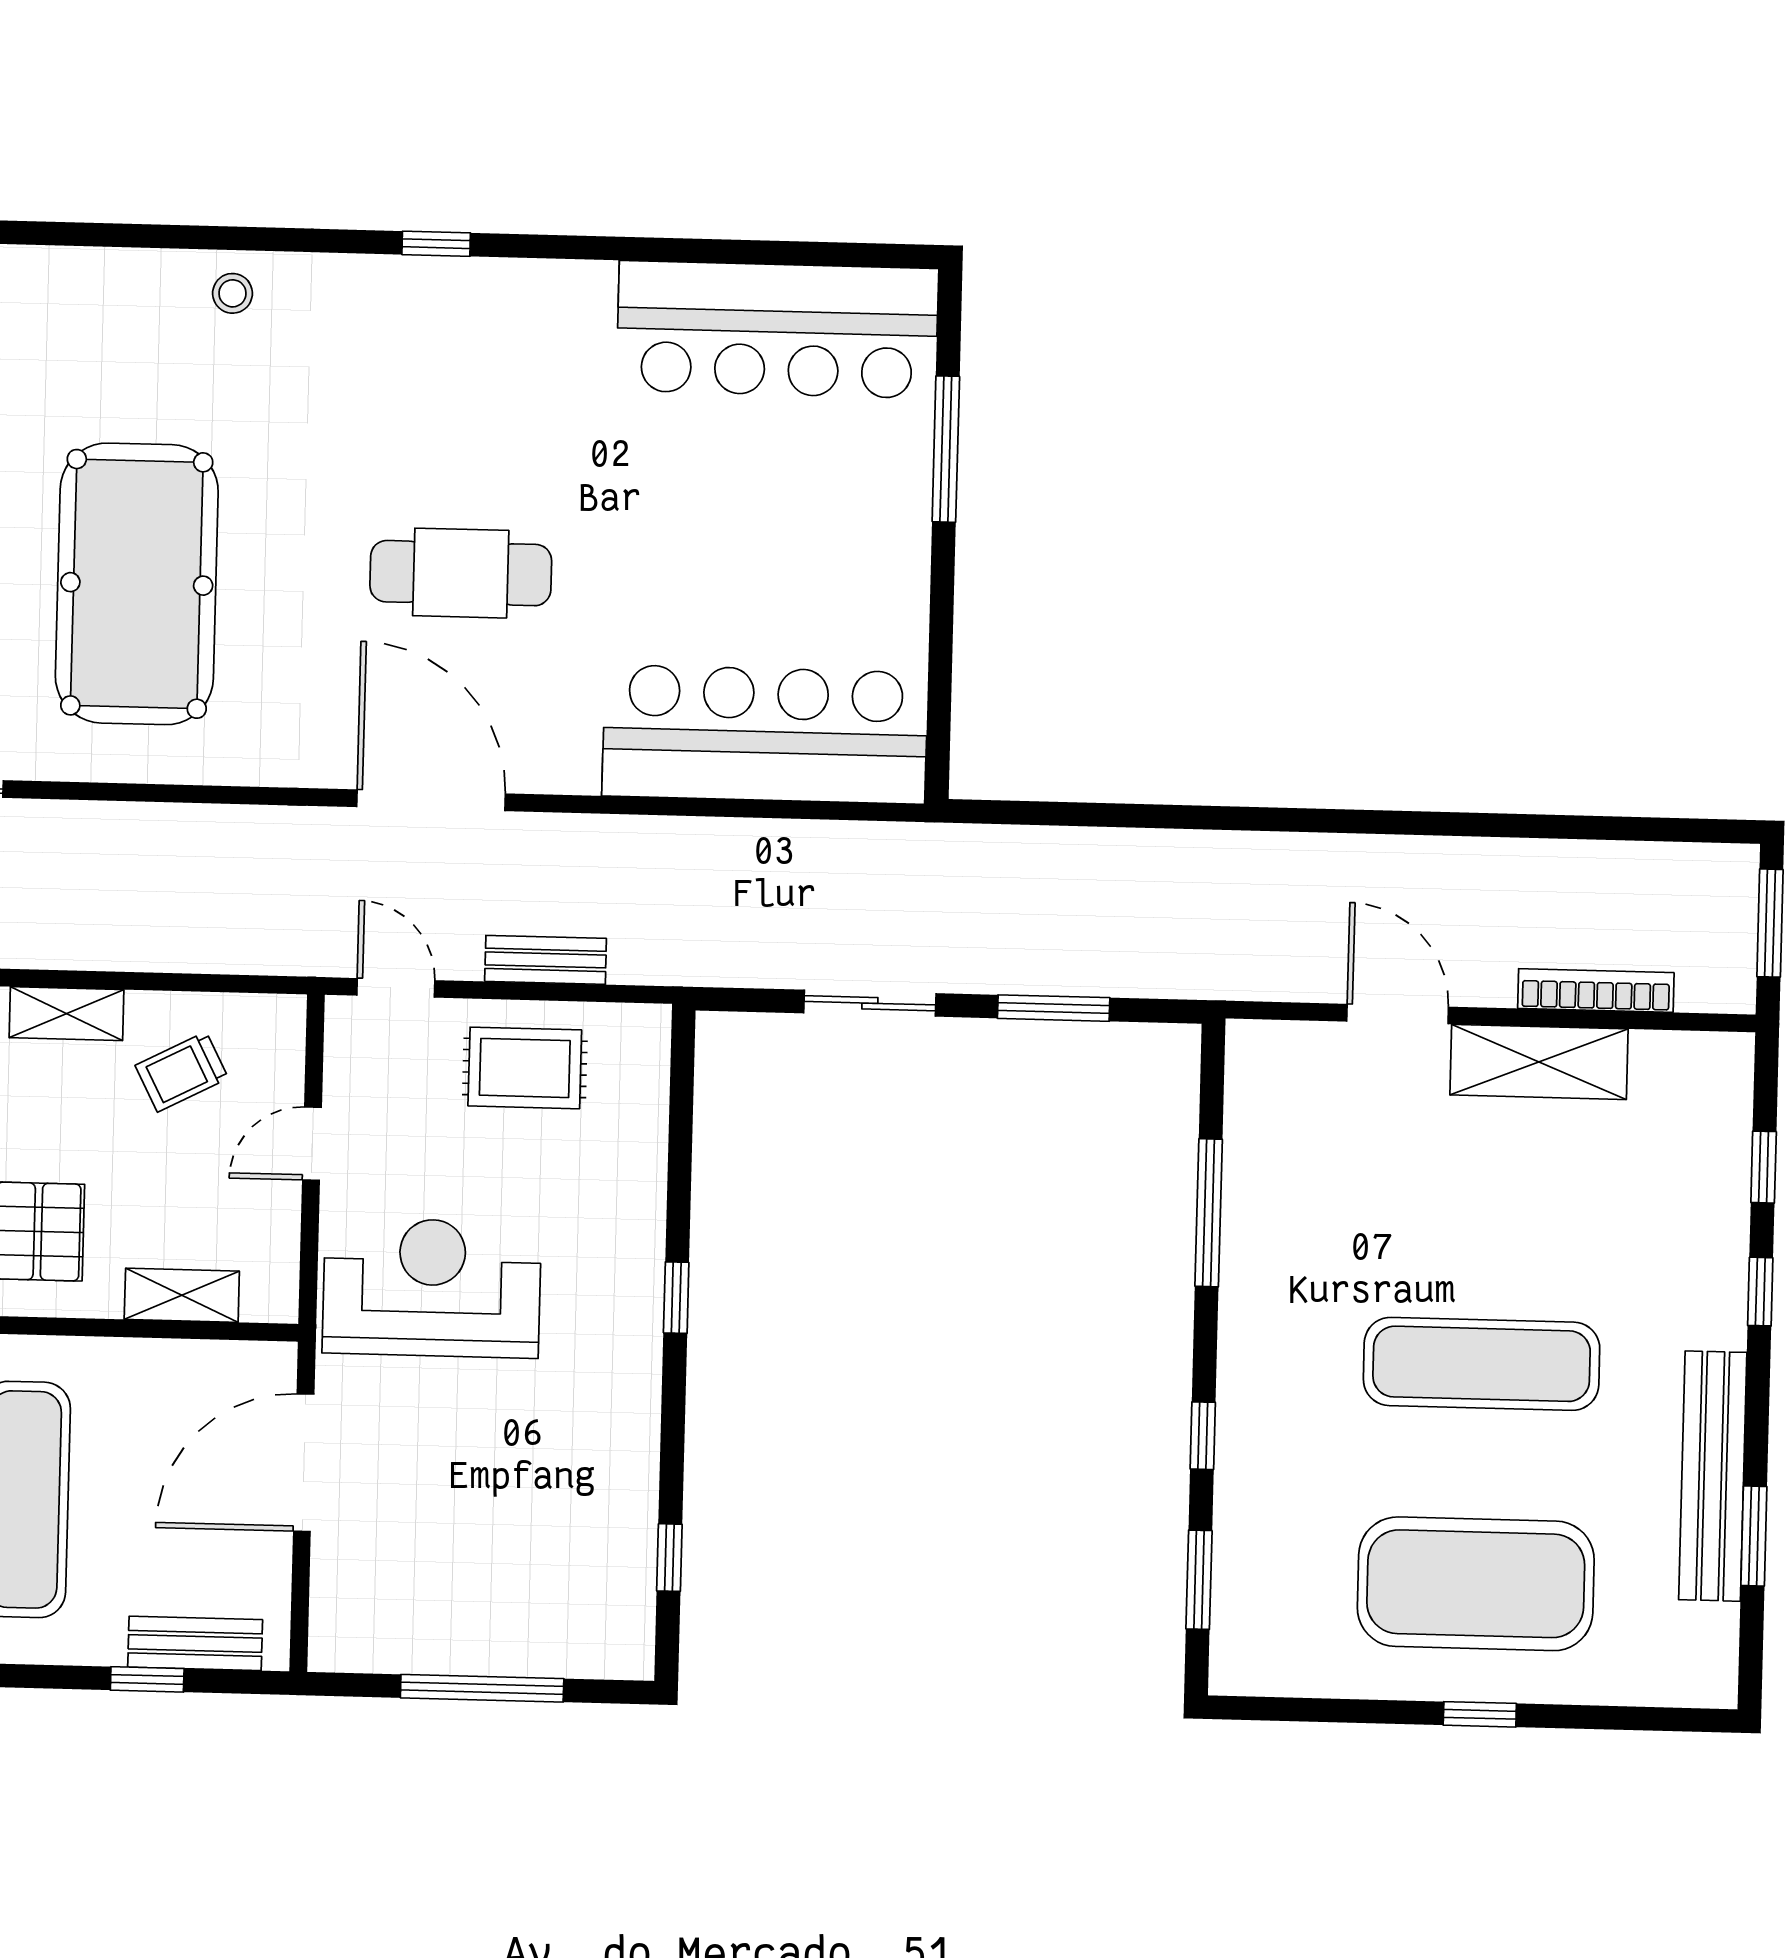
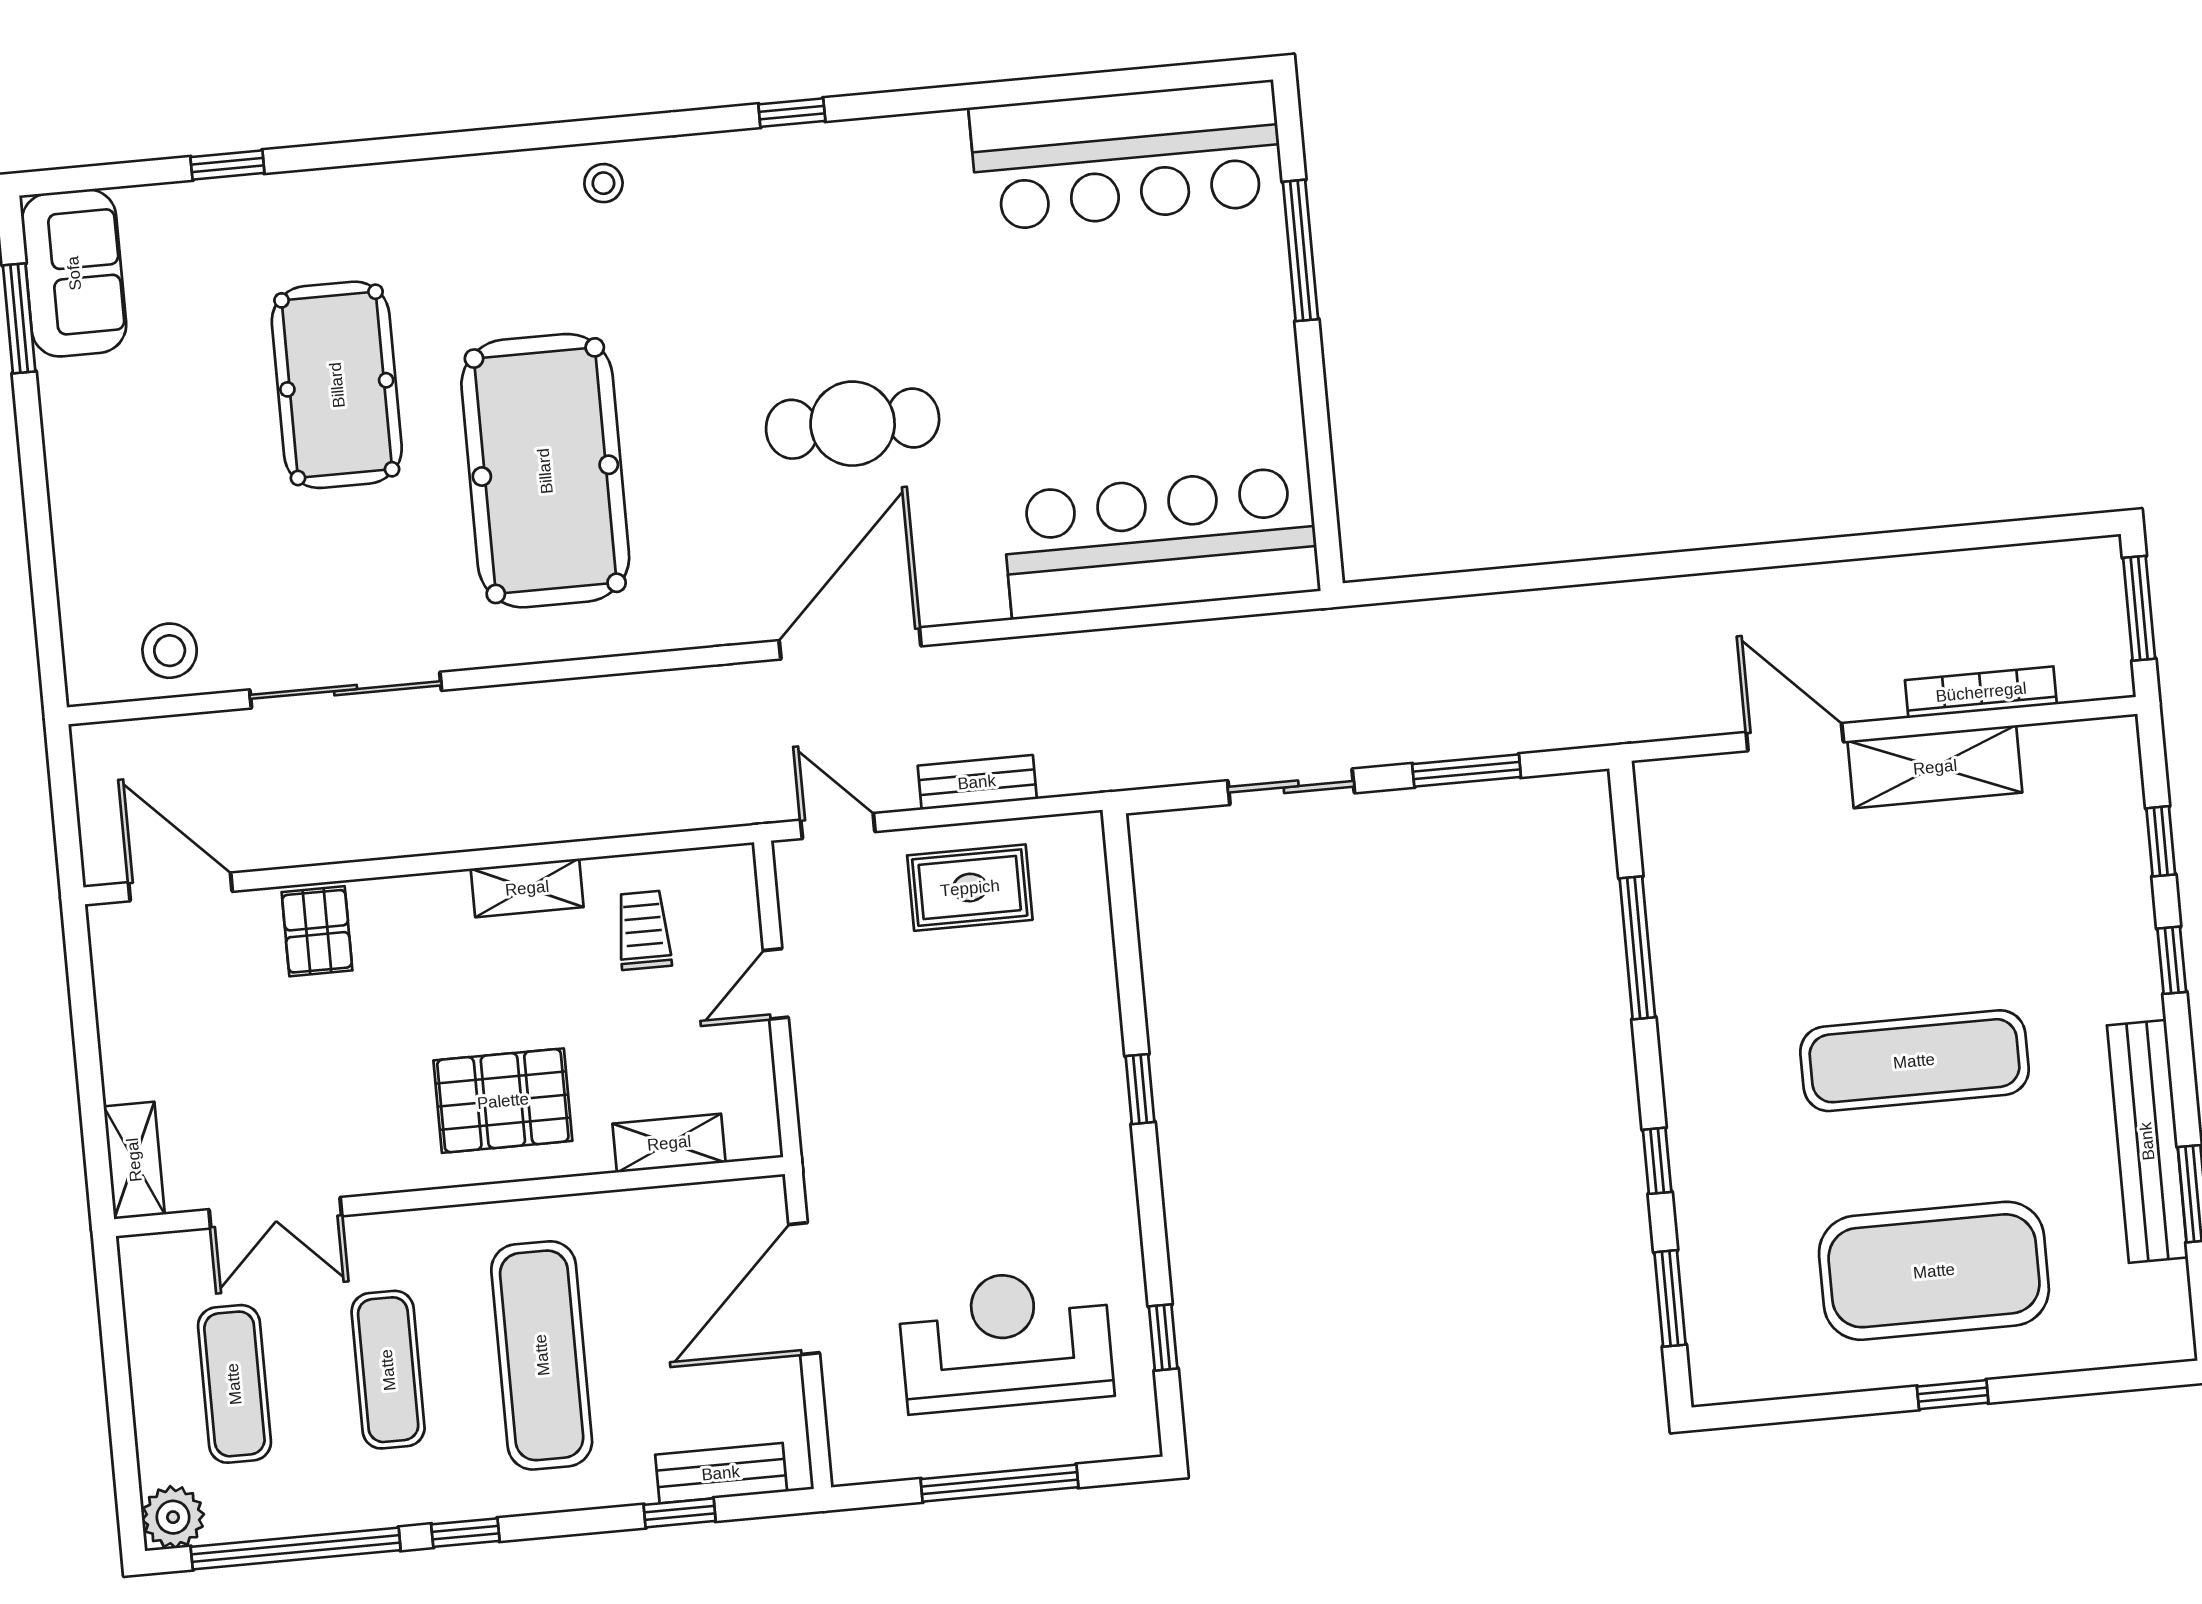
door: (431, 800) -> (850, 643), hinge flipped
trolley: (182, 1072) -> (644, 930), turned 117
reception desk: (432, 1288) -> (1006, 1340), moved

